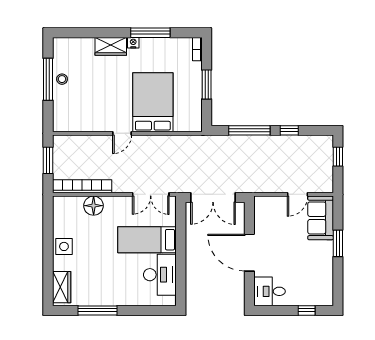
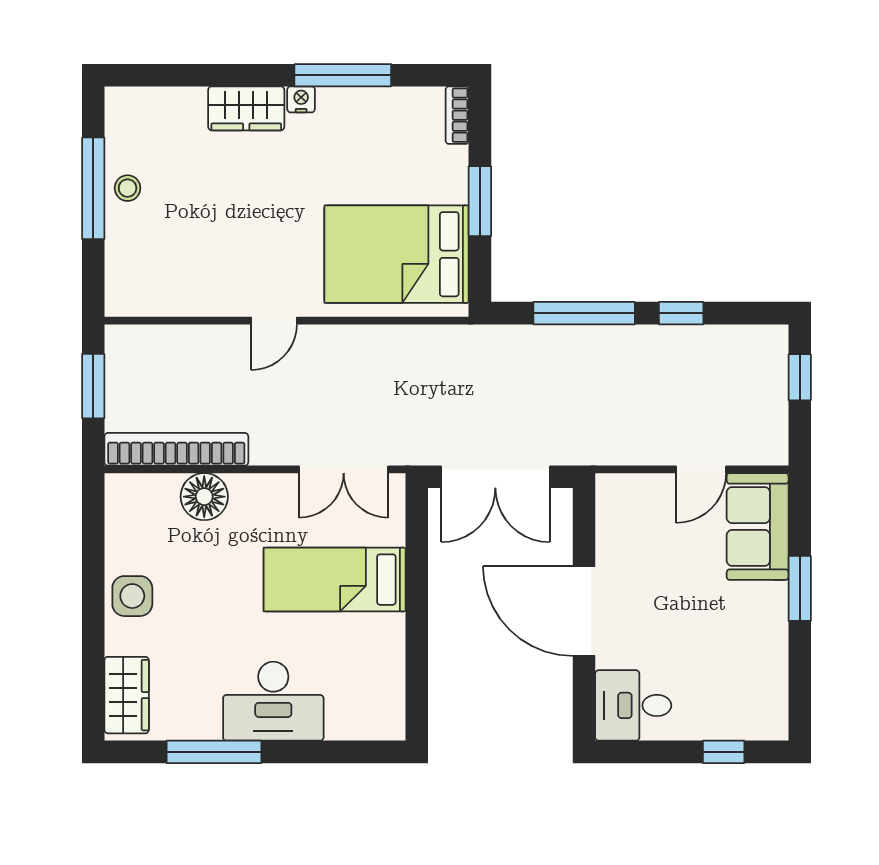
bed: (153, 102) -> (397, 254), moved, turned -90
desk: (160, 275) -> (273, 701), moved, turned 90

